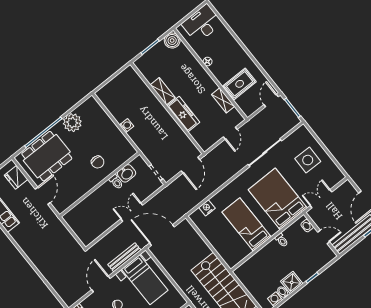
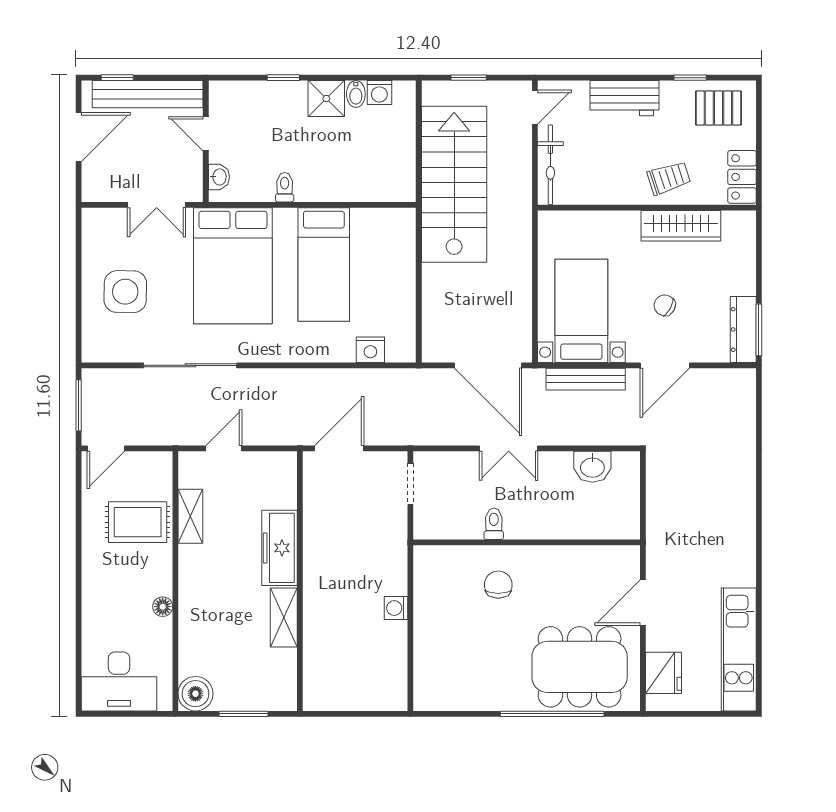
plant: (72, 123) -> (487, 690), removed
washbasin: (127, 173) -> (592, 467), moved, turned 180

